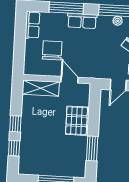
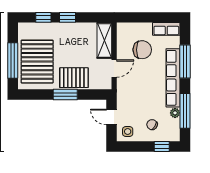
row of seats: (82, 21) -> (173, 78), width x2.02
window: (92, 149) -> (65, 95), moved
pallet: (58, 157) -> (37, 62), added

